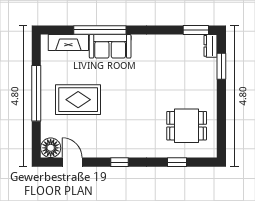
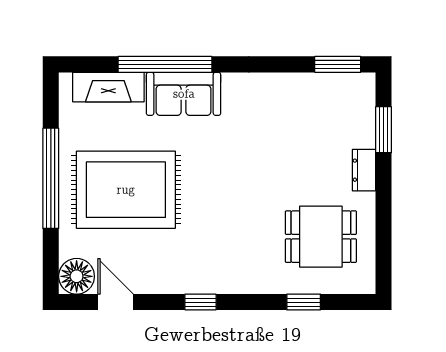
dresser: (210, 46) -> (364, 170), moved
rug: (78, 100) -> (126, 190), width x1.37, depth x1.44

